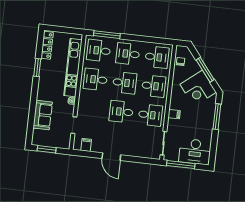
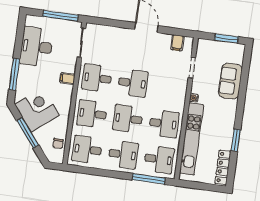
desk: (195, 152) -> (36, 47), moved, turned -90

